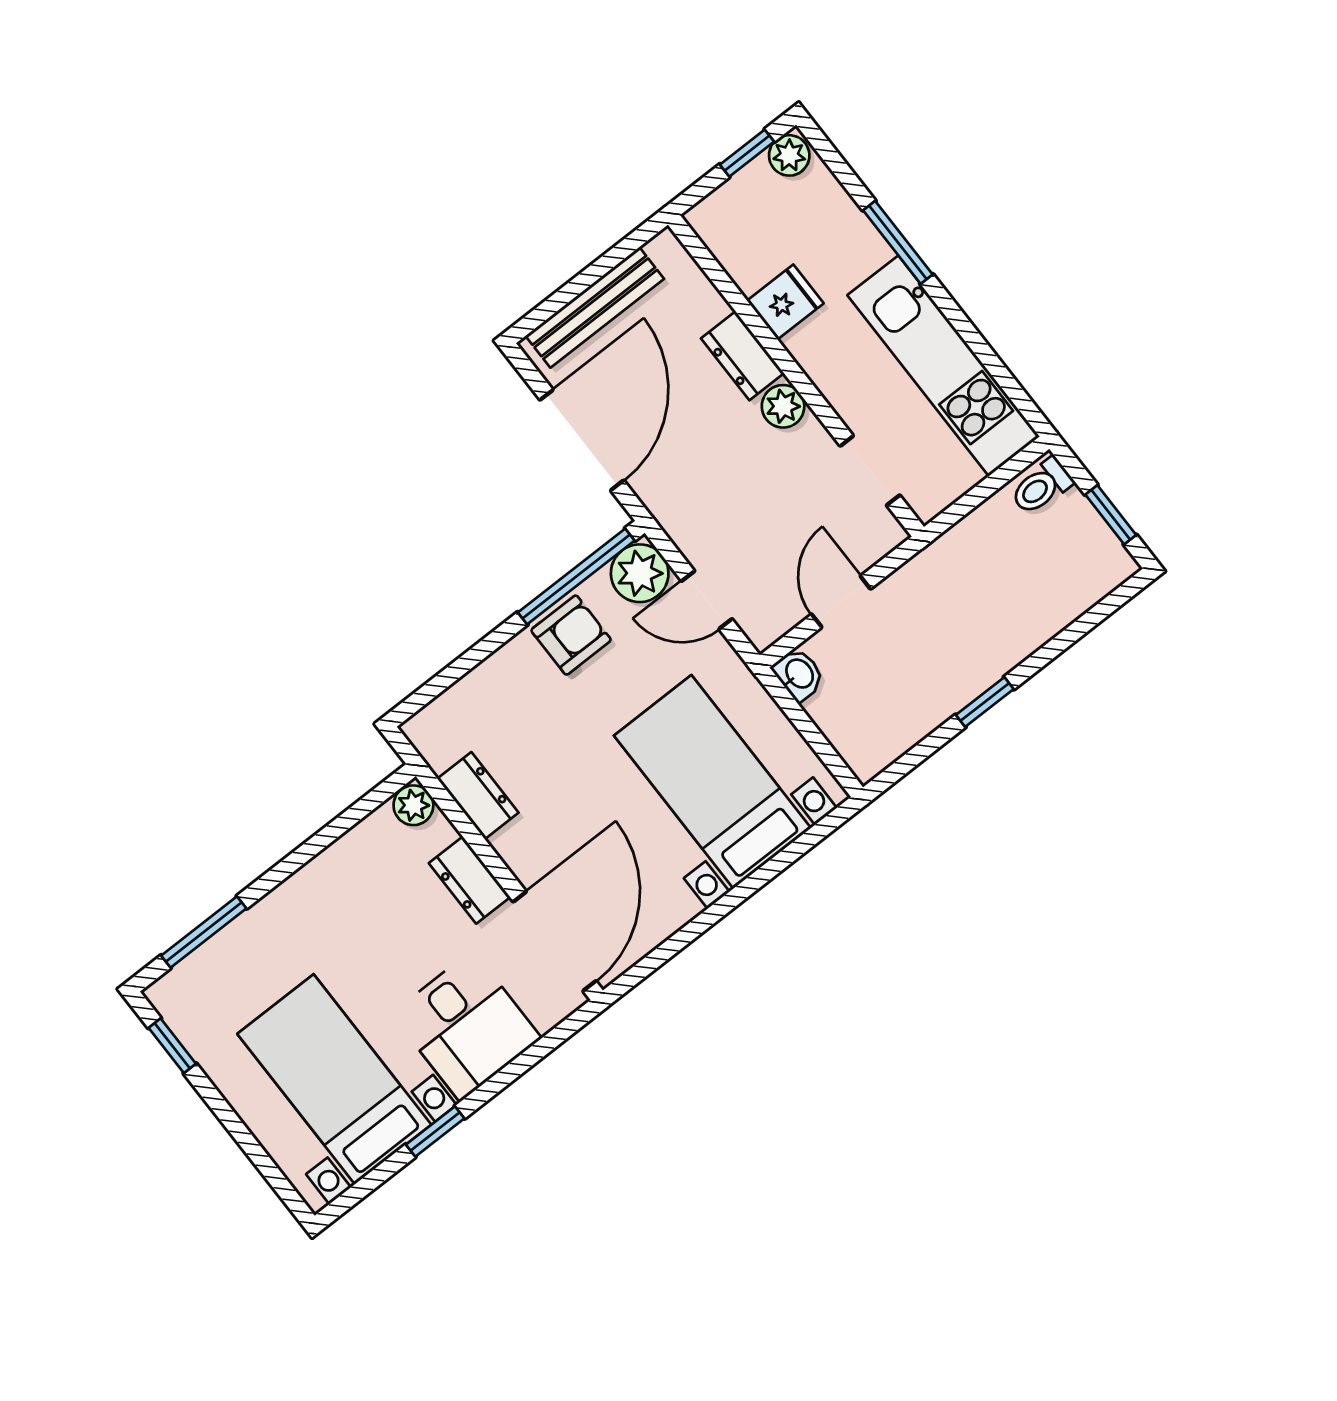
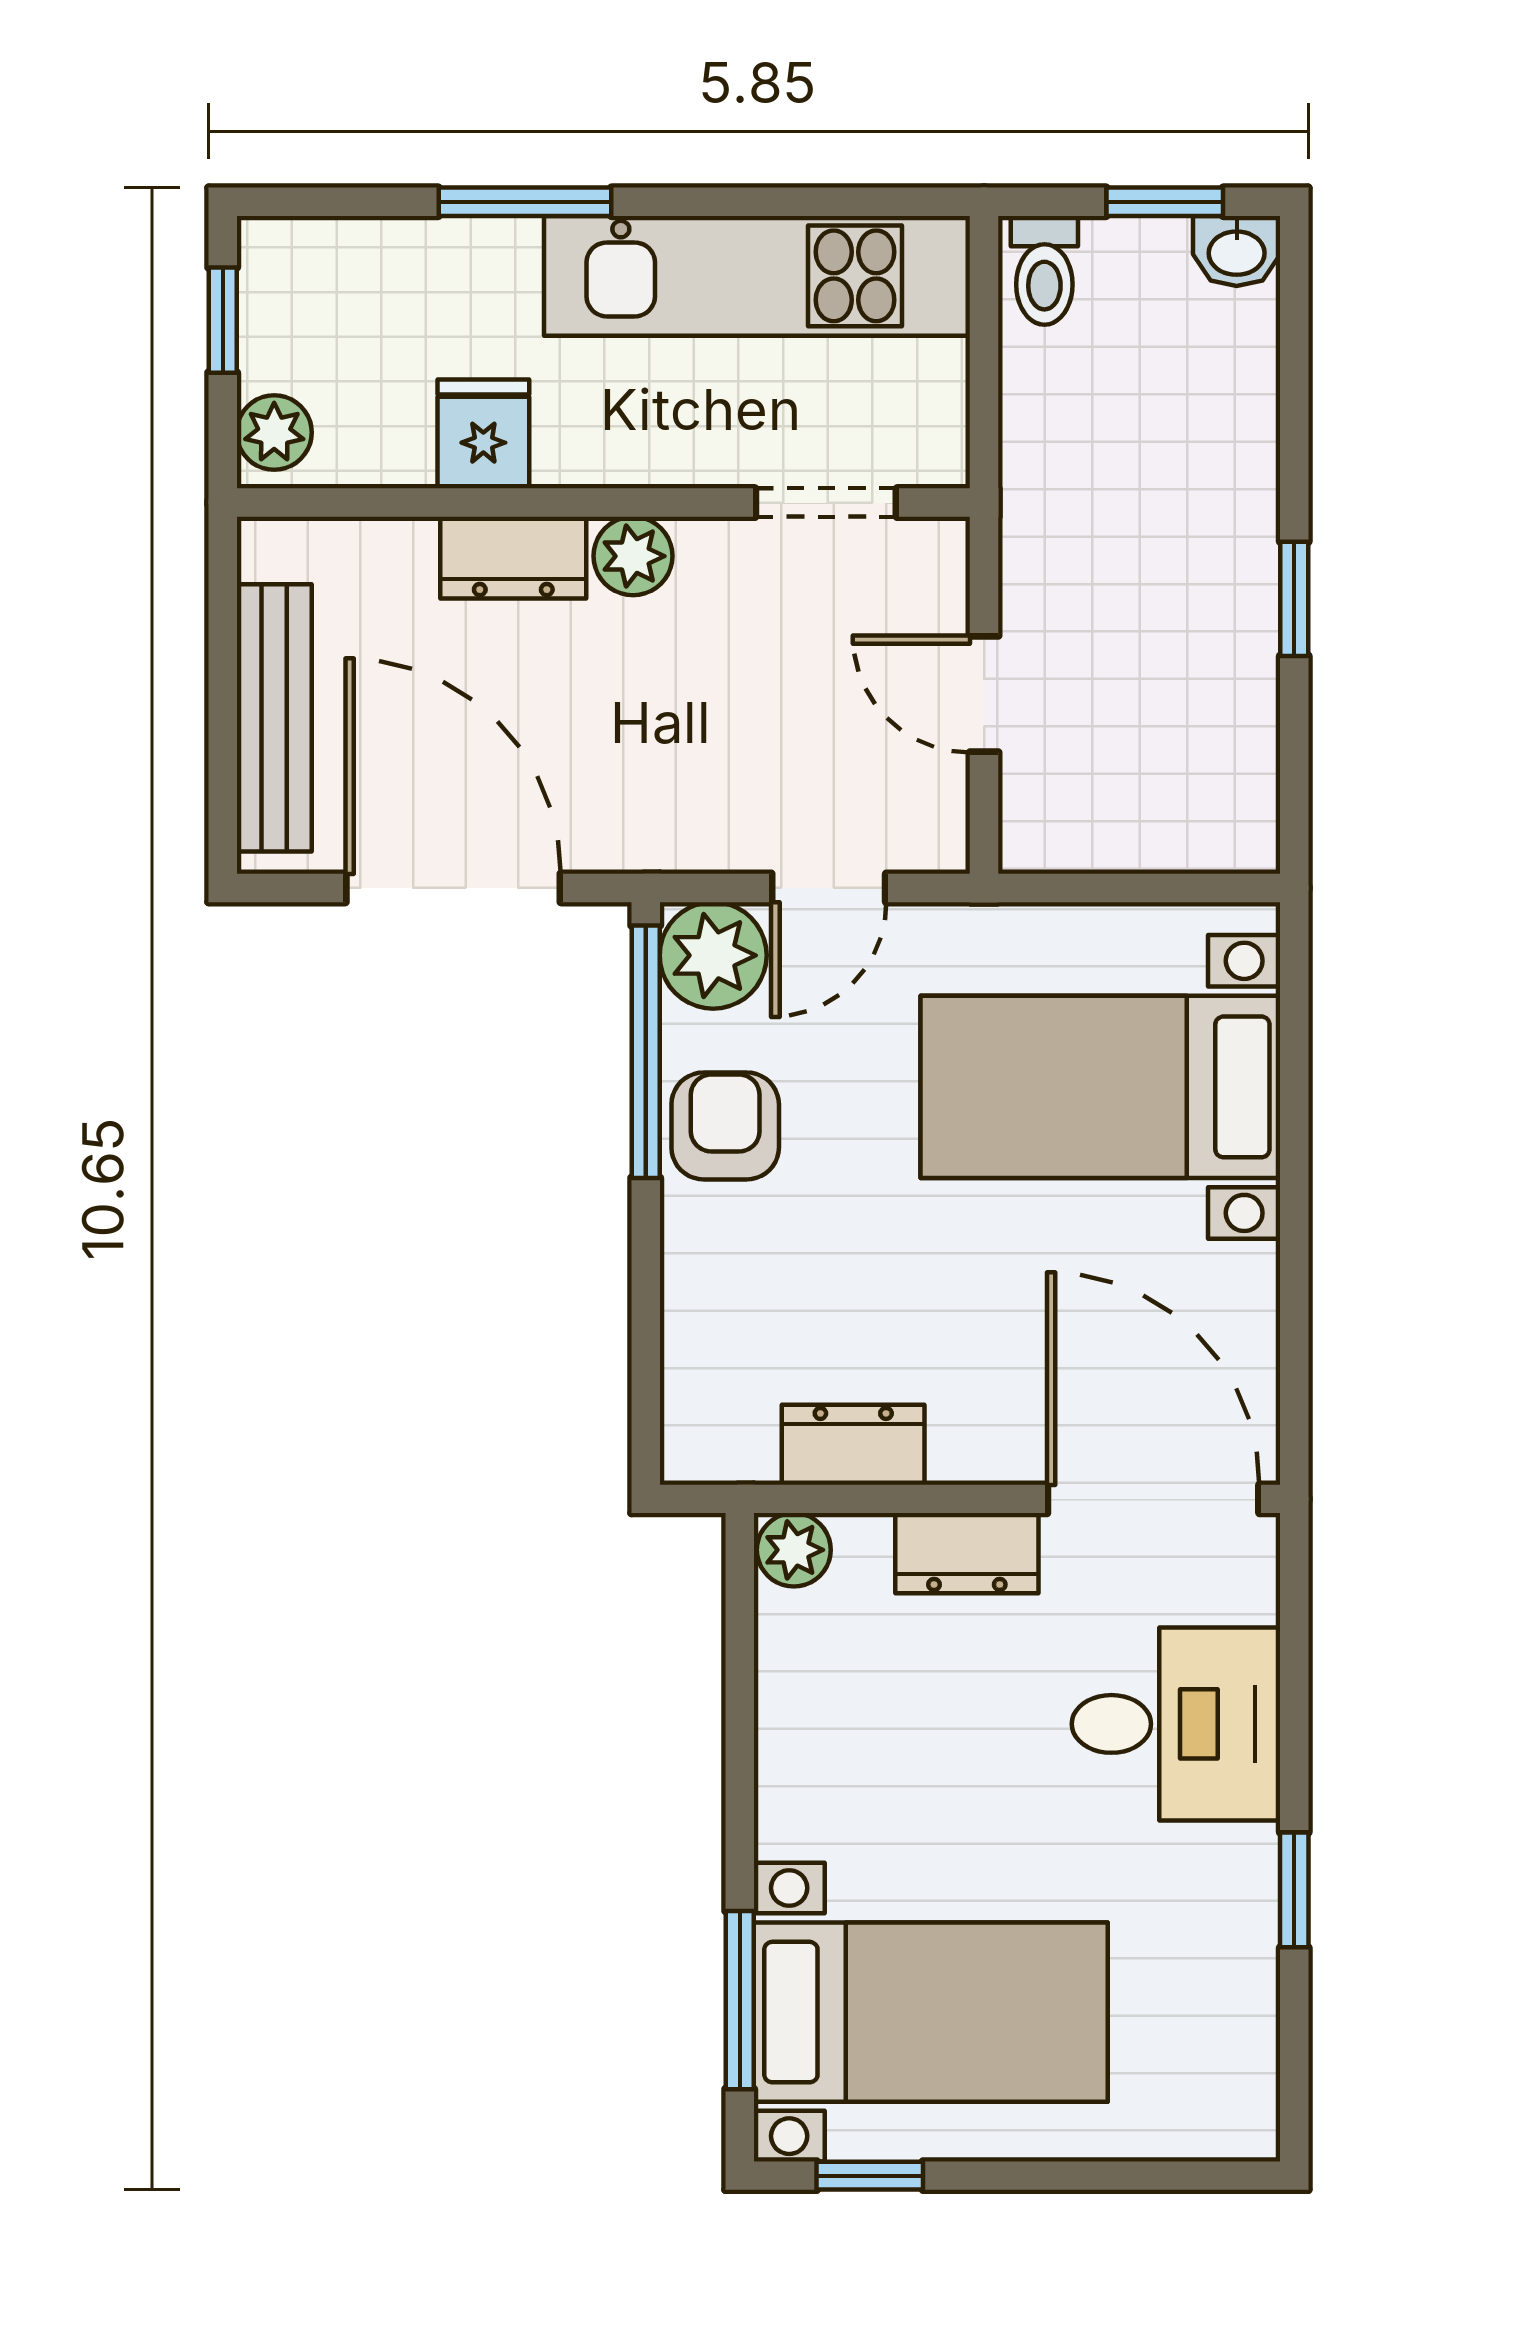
plant: (789, 155) -> (274, 433), moved
washbasin: (799, 674) -> (1237, 251), moved, turned 180
bed with nightstands: (334, 1079) -> (931, 2012), moved, turned 180

